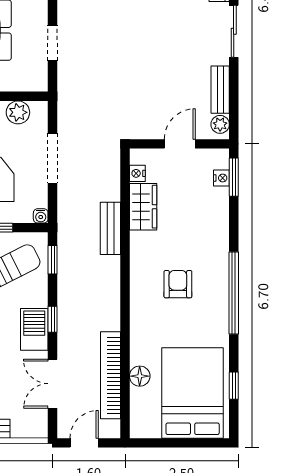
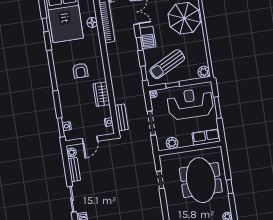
wardrobe: (143, 207) -> (101, 94), moved
bench: (110, 228) -> (121, 117), moved

